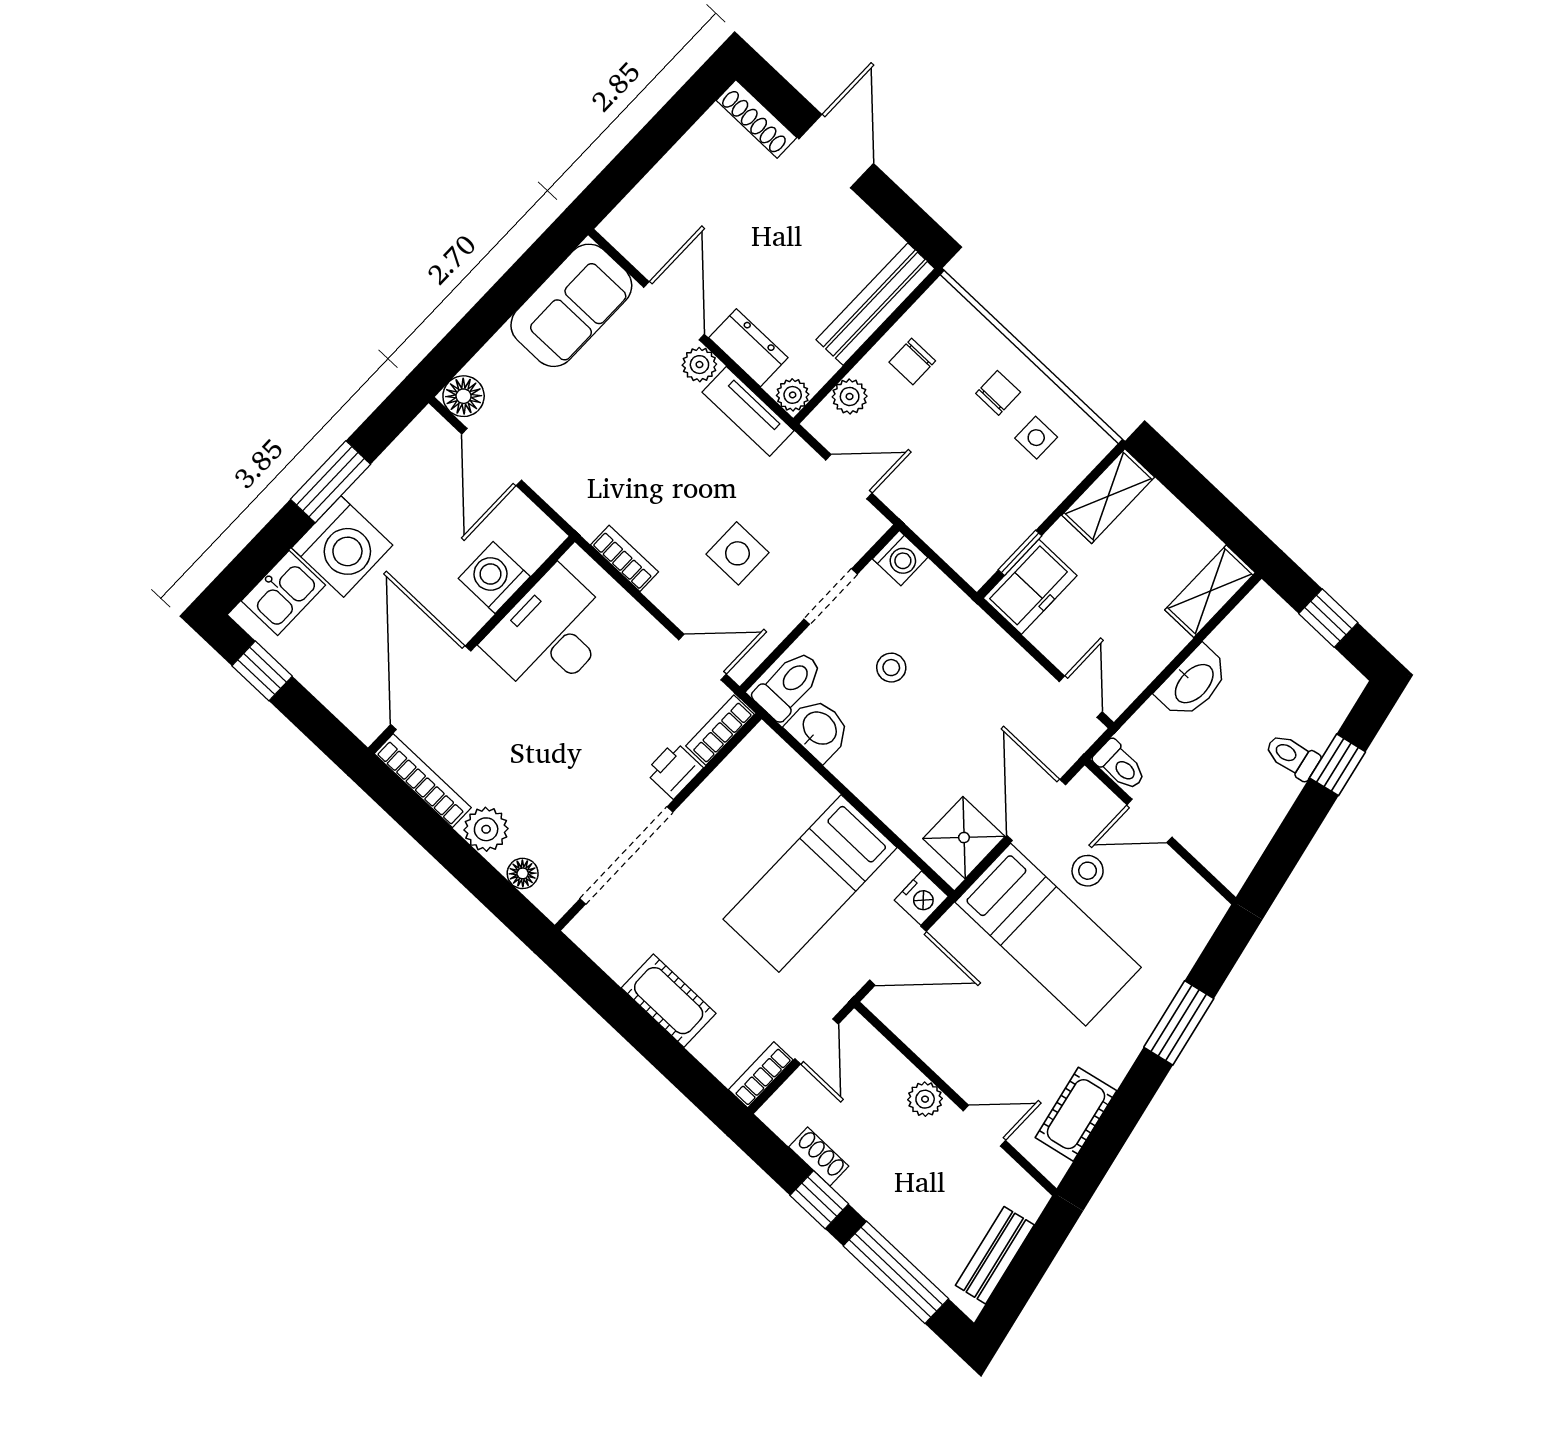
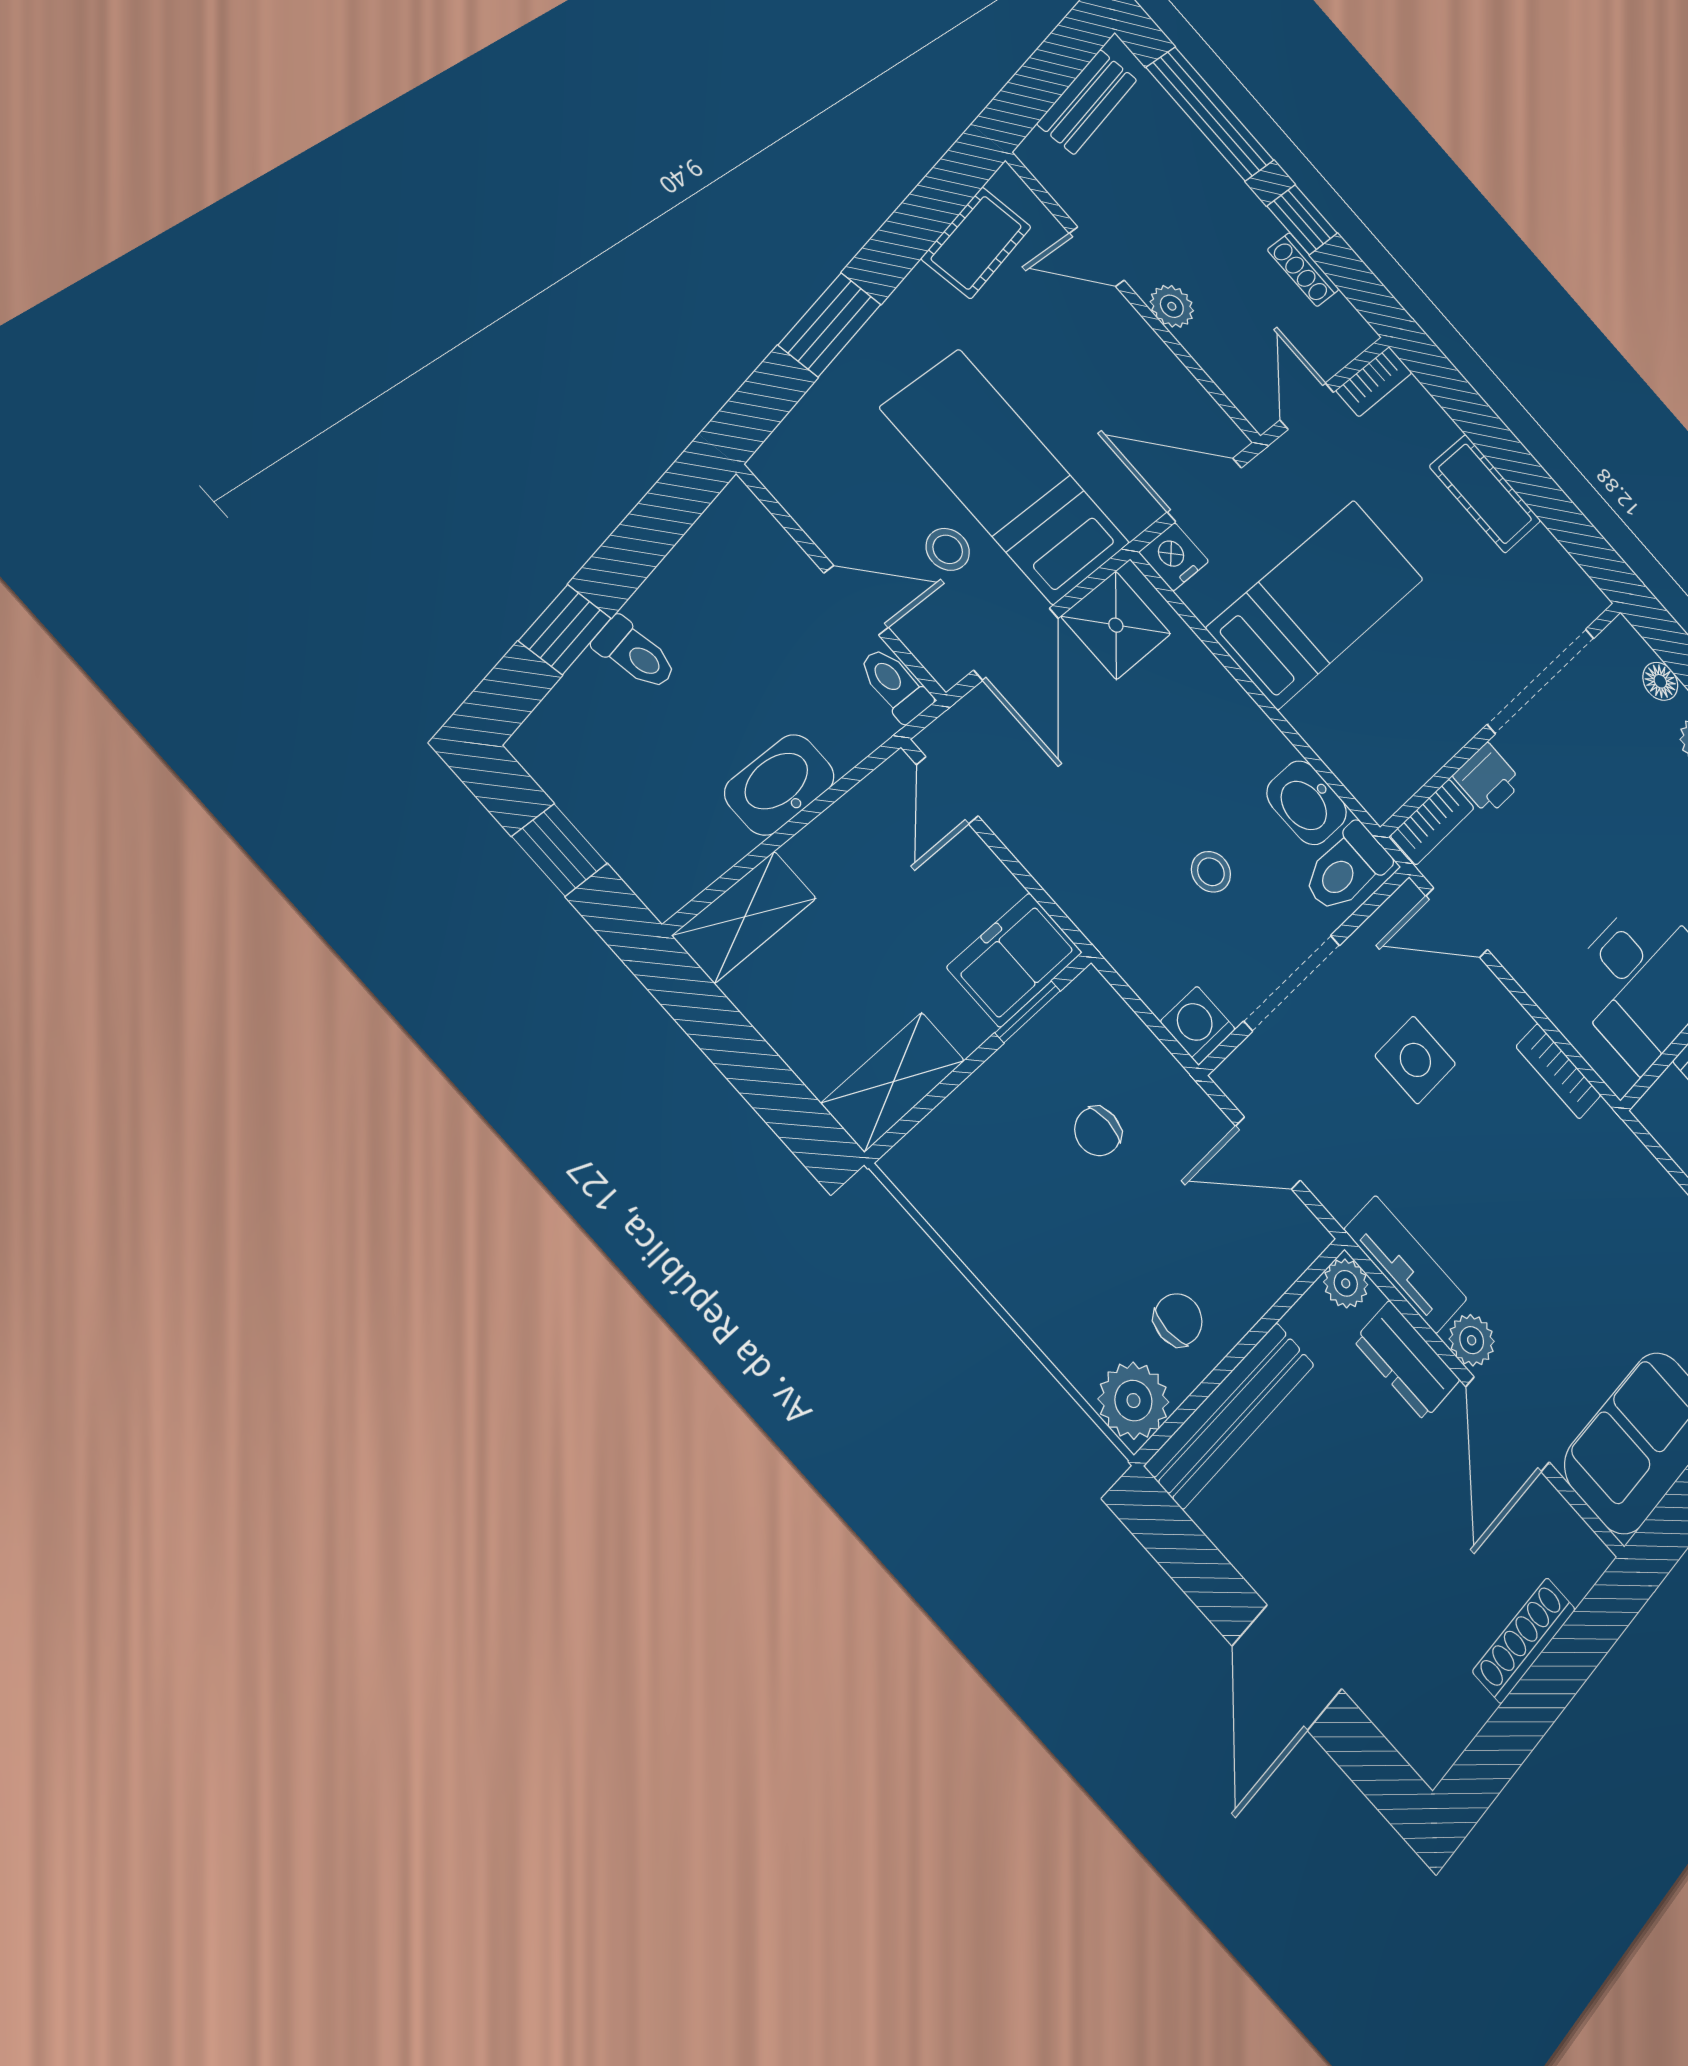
shoe rack: (757, 119) -> (1524, 1640), moved, turned -90
chair: (998, 393) -> (1098, 1131), moved
plant: (850, 396) -> (1133, 1401), moved, width x1.38, depth x1.38
side table: (1036, 438) -> (999, 1184), removed
doorway: (831, 597) -> (1292, 983), width x1.38

